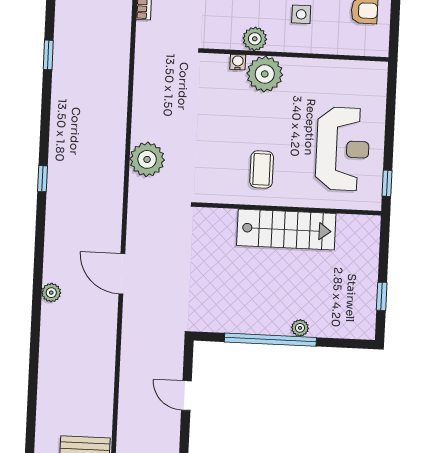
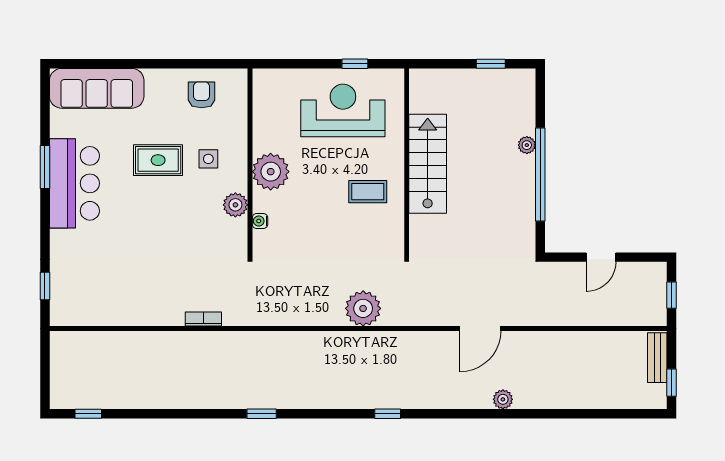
plant: (265, 74) -> (271, 172), moved
window: (387, 183) -> (355, 64), moved

